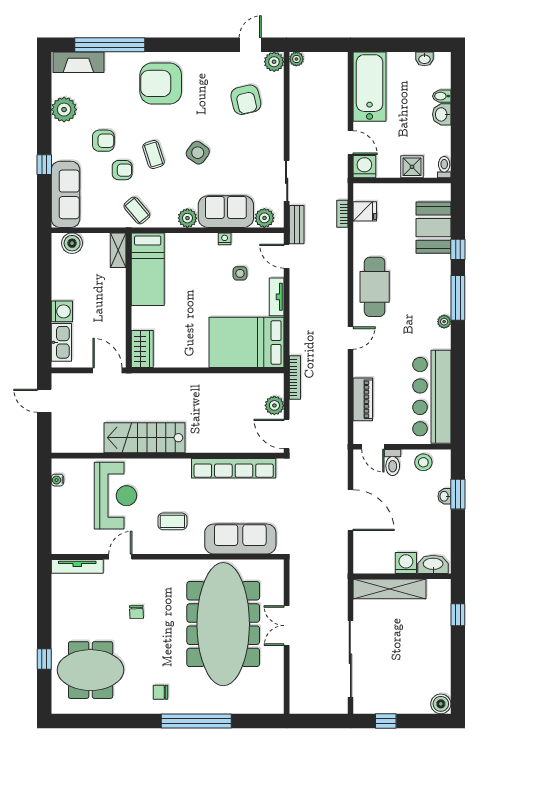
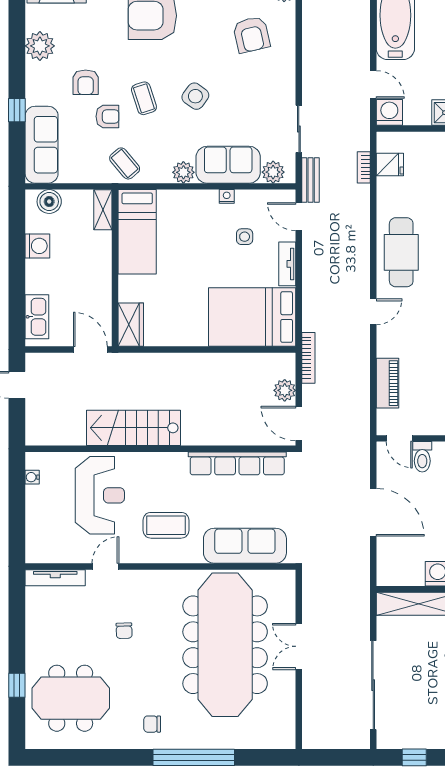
armchair: (103, 141) -> (86, 82), turned 90
washing machine: (62, 311) -> (37, 246), moved
coffee table: (172, 521) -> (166, 525), width x1.36, depth x1.30

